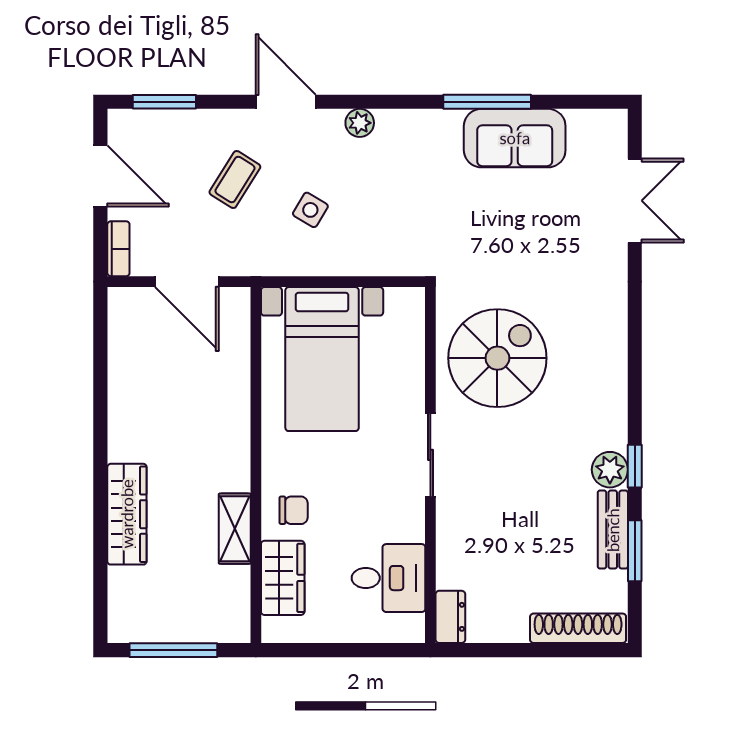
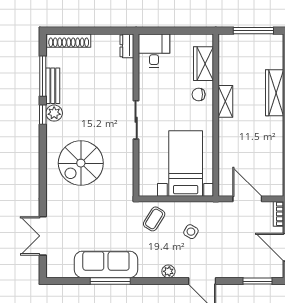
sofa: (515, 138) -> (106, 264), width x1.36
coffee table: (235, 180) -> (154, 219), moved
spiral stairs: (497, 358) -> (81, 163), moved
shelving: (235, 529) -> (225, 101), moved
window: (635, 551) -> (43, 76), width x1.44
desk: (388, 578) -> (154, 51), moved, turned 90

